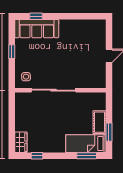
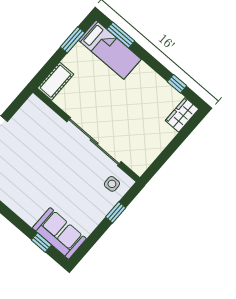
sofa: (37, 29) -> (59, 233), width x0.73
window: (12, 52) -> (116, 212), moved
cot: (99, 122) -> (56, 81), moved

